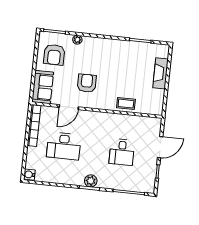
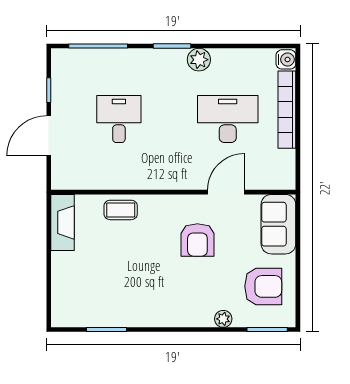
armchair: (54, 55) -> (263, 286), turned 90
fireplace: (161, 73) -> (62, 222), moved
bookcase: (34, 125) -> (287, 110), moved
plant: (91, 181) -> (199, 60), moved

